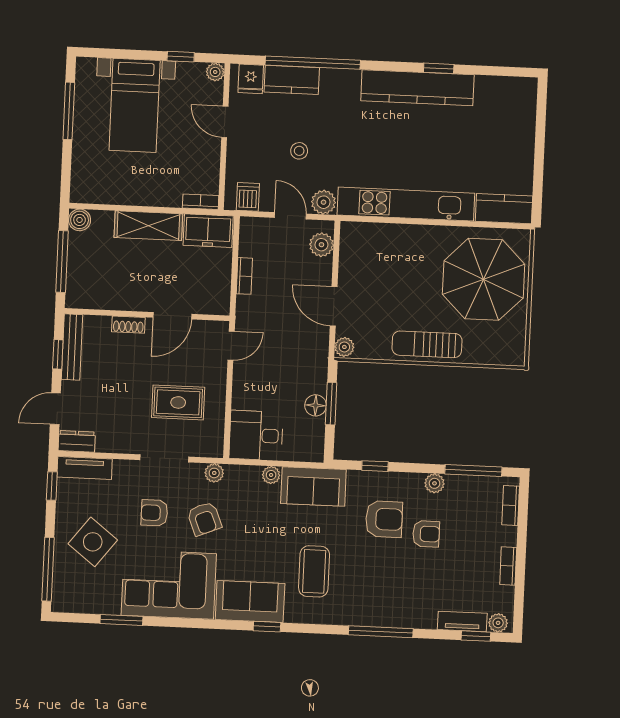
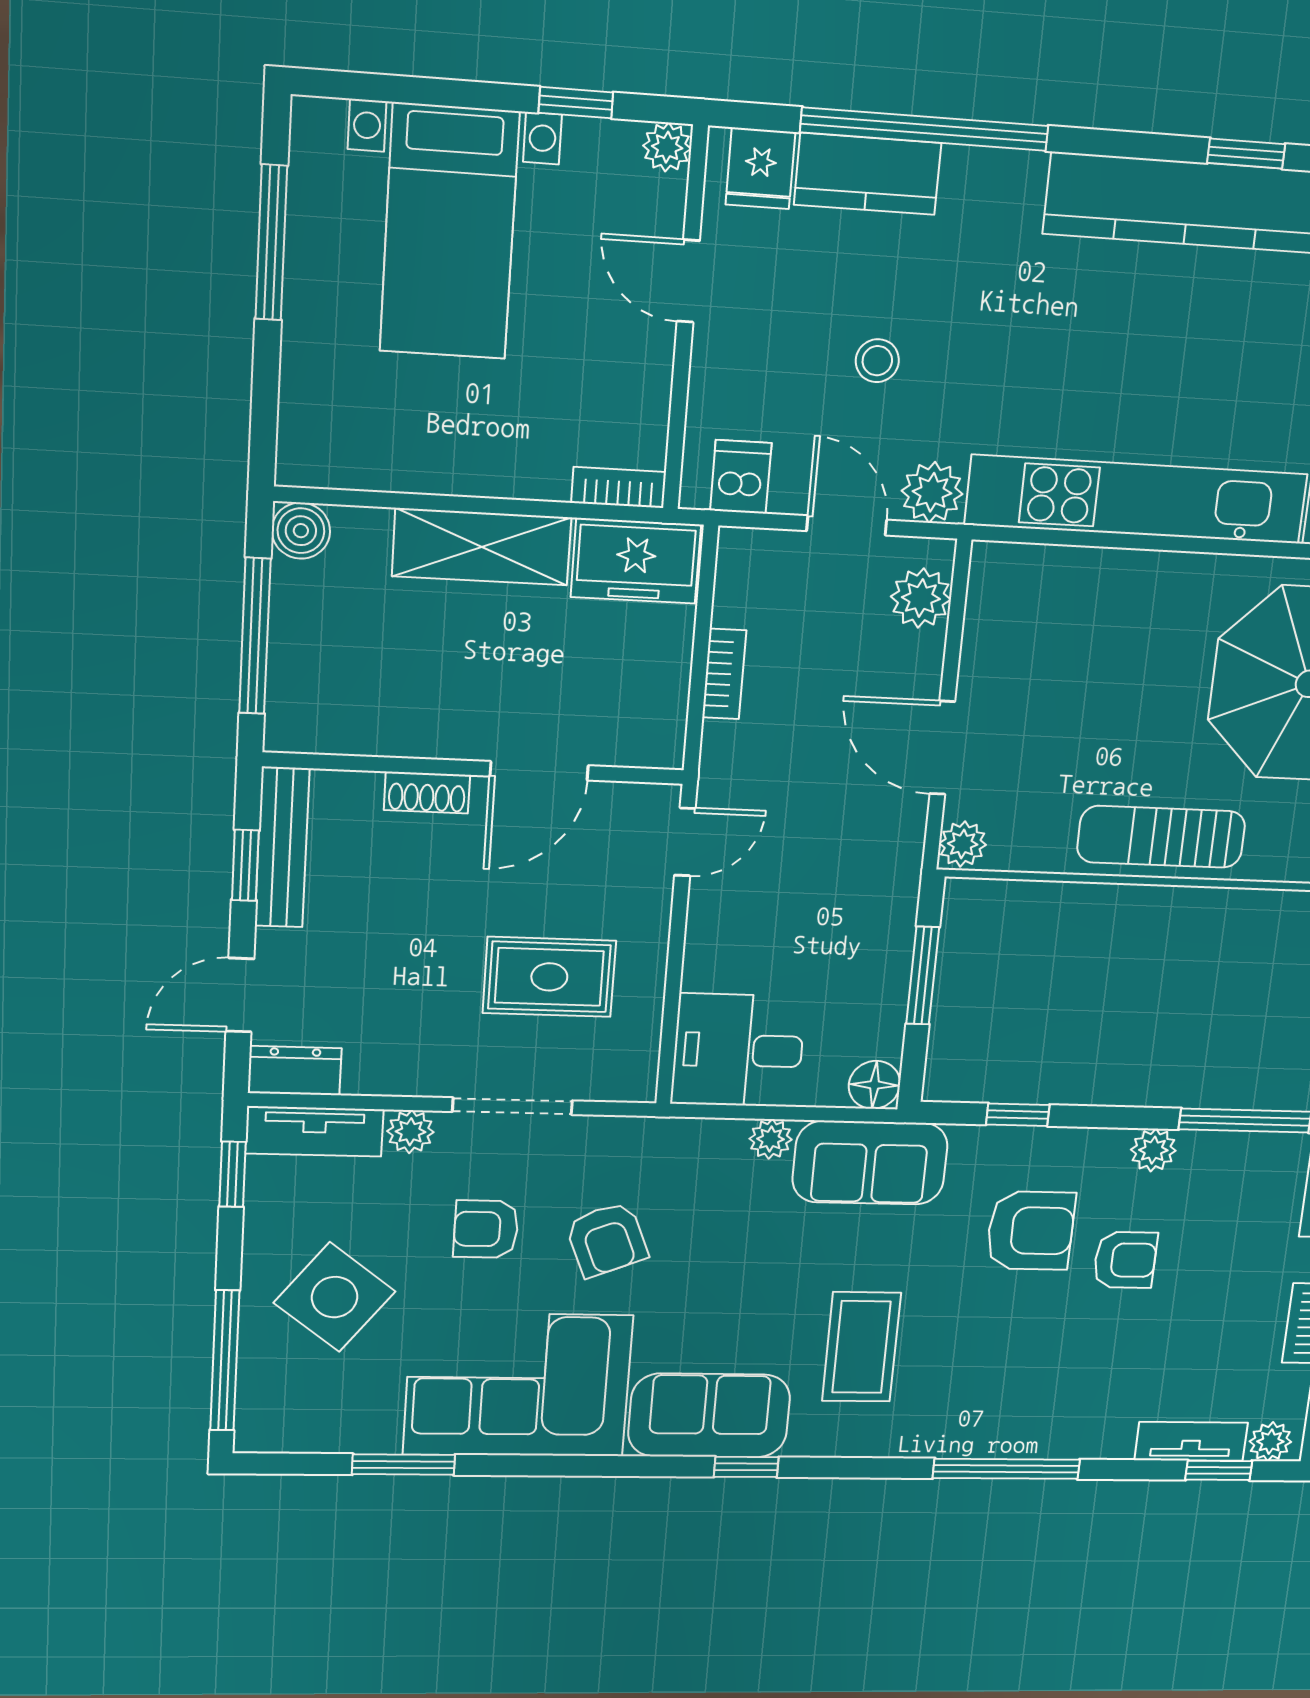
floor lamp: (316, 405) -> (874, 1085), moved
plant: (214, 473) -> (411, 1132), moved

